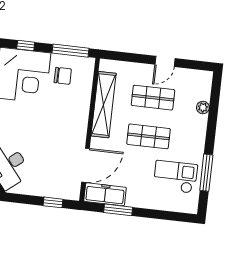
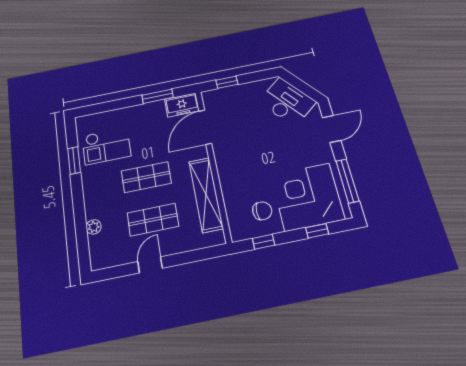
window: (70, 51) -> (264, 242), width x0.46
chair: (63, 76) -> (262, 211), turned 180
window: (206, 173) -> (74, 160), width x0.69
freezer: (105, 194) -> (182, 105), width x0.71

